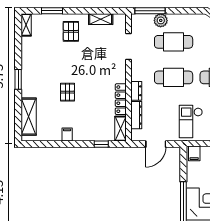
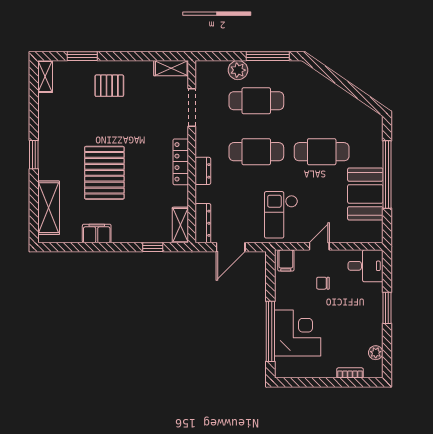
window: (150, 11) -> (268, 56), moved
shelving: (101, 19) -> (171, 68), moved
pallet: (71, 31) -> (109, 86), turned 90
pallet: (67, 92) -> (104, 173), width x2.05, depth x2.00
locker: (121, 99) -> (181, 162), moved
dresser: (136, 115) -> (203, 223), moved
filing cabinet: (67, 135) -> (97, 234), width x2.00

